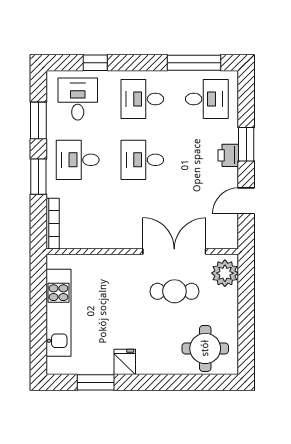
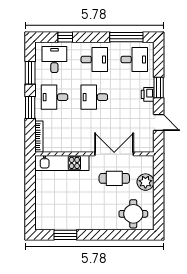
desk: (142, 99) -> (94, 59), turned 180
door: (246, 201) -> (159, 123), swing flipped
plant: (225, 273) -> (145, 182), moved
kitchen unit: (58, 313) -> (62, 163), moved, turned 90
fridge: (125, 362) -> (83, 222), removed

